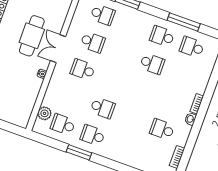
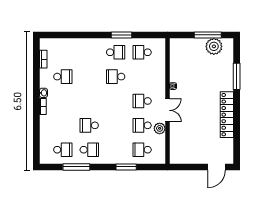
cafe table: (32, 36) -> (192, 113), removed
school desk: (83, 70) -> (142, 101), turned 180
plant: (45, 113) -> (160, 128), moved
school desk: (63, 124) -> (142, 52), turned 180

